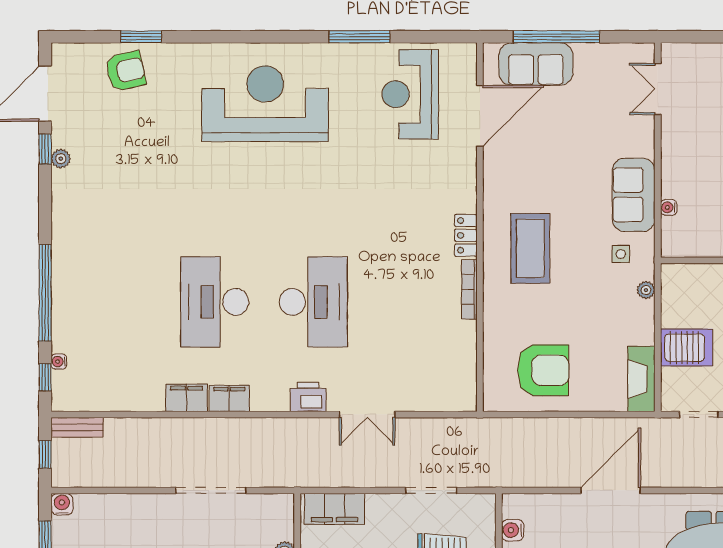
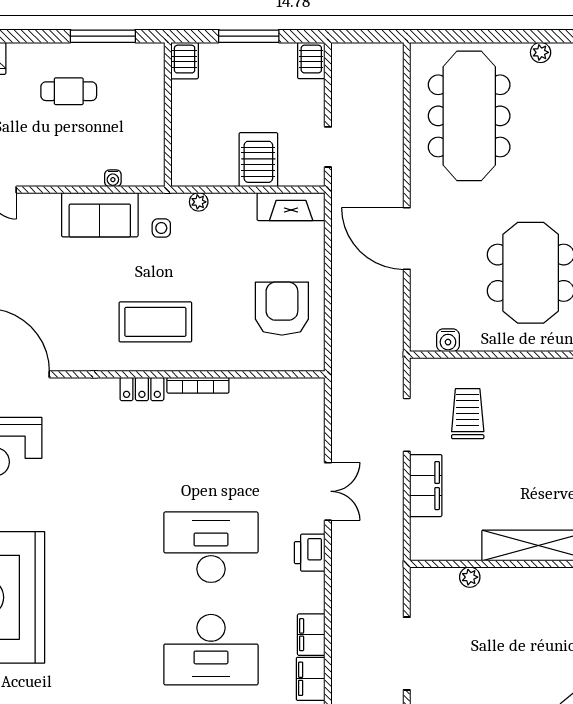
filing cabinet: (334, 509) -> (426, 486), moved

